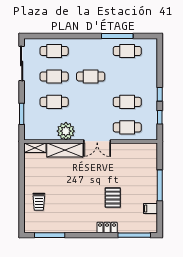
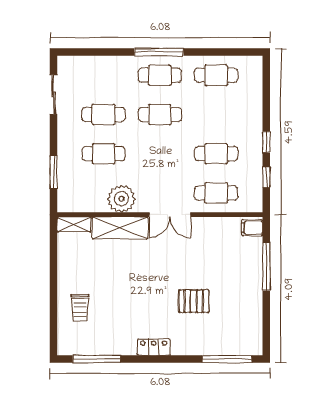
window: (117, 36) -> (159, 52), moved
cafe table: (54, 51) -> (160, 75), moved
sliding door: (22, 64) -> (53, 95), width x0.73
window: (160, 185) -> (266, 266), moved
pallet: (113, 198) -> (194, 301), turned 90
filing cabinet: (150, 209) -> (252, 228), moved
locker: (107, 227) -> (154, 347), moved

